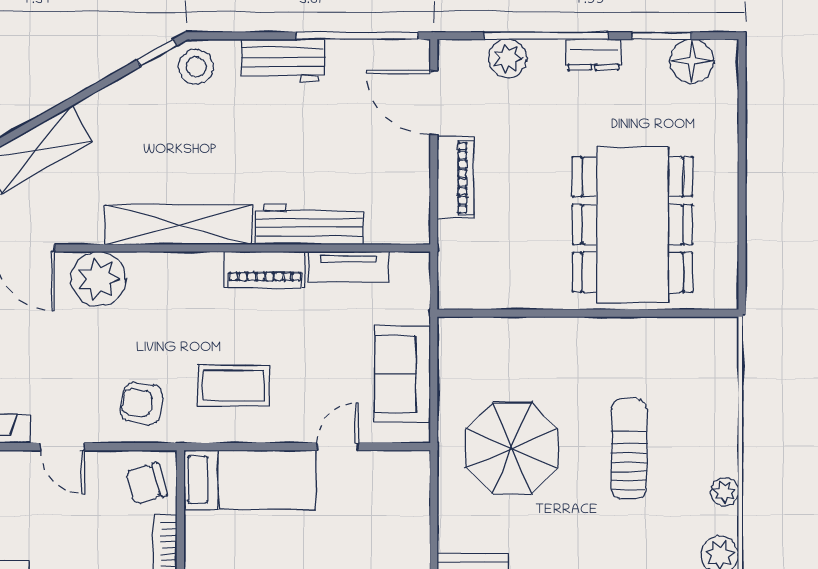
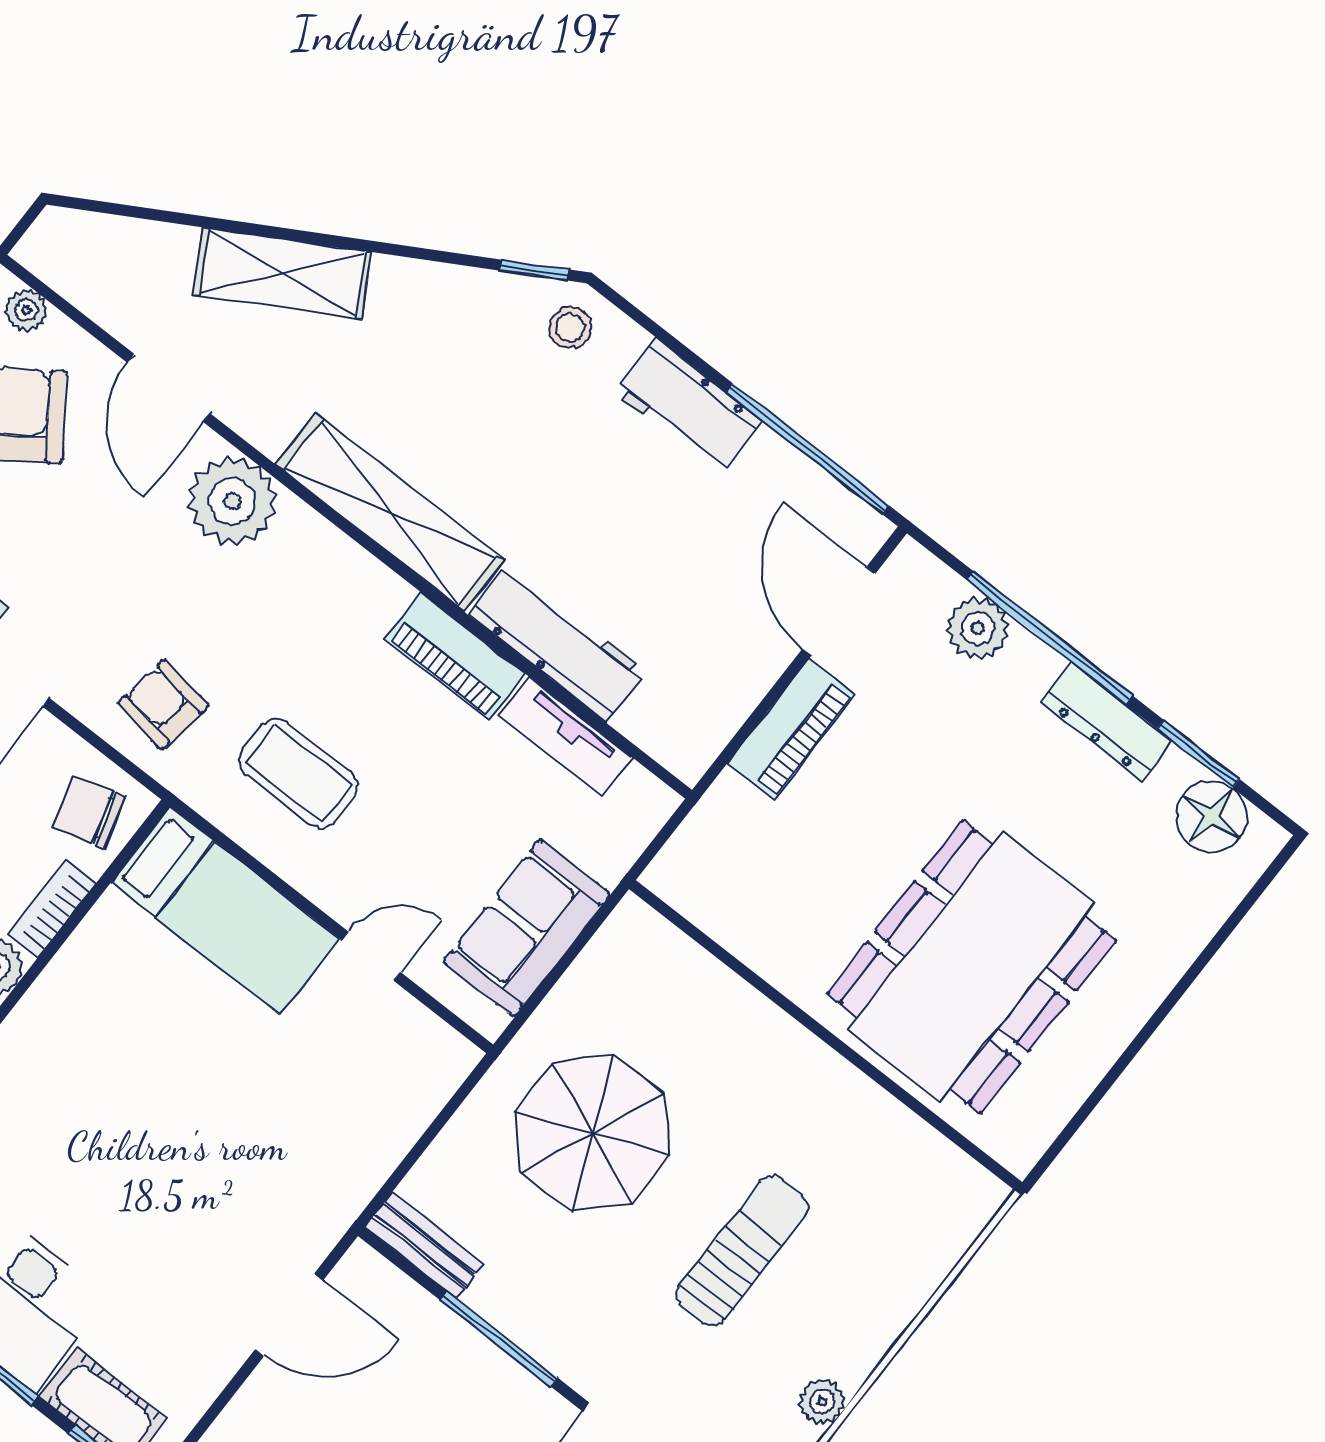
dresser: (593, 55) -> (1107, 722), width x1.44
stool: (196, 67) -> (570, 327), width x0.73, depth x0.73

